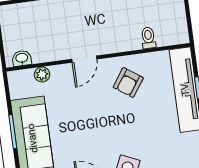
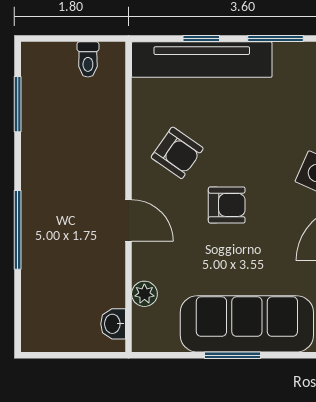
toilet: (148, 38) -> (88, 59), moved, turned -90
armchair: (101, 116) -> (227, 205), added

